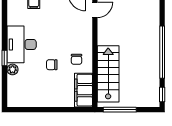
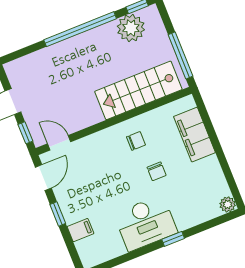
plant: (13, 69) -> (228, 204), moved
plant: (150, 85) -> (131, 28), added
filing cabinet: (84, 90) -> (194, 135), moved, turned 90

